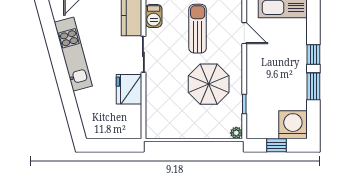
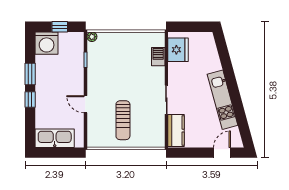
barbecue: (154, 16) -> (158, 57), moved
door: (244, 33) -> (85, 104), moved
parasol: (209, 84) -> (114, 76), removed
fridge: (129, 89) -> (178, 50), moved

